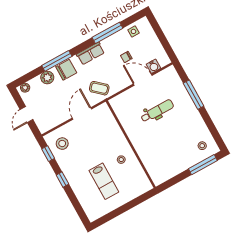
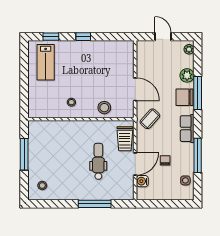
chair: (66, 70) -> (184, 97), turned 90
trolley: (127, 100) -> (125, 139), added
dental chair: (157, 111) -> (98, 161), turned 180
stool: (62, 144) -> (104, 108), moved
window: (48, 154) -> (51, 37), moved
window: (203, 165) -> (24, 154), moved
lab bench: (104, 181) -> (46, 62), moved, turned -90

